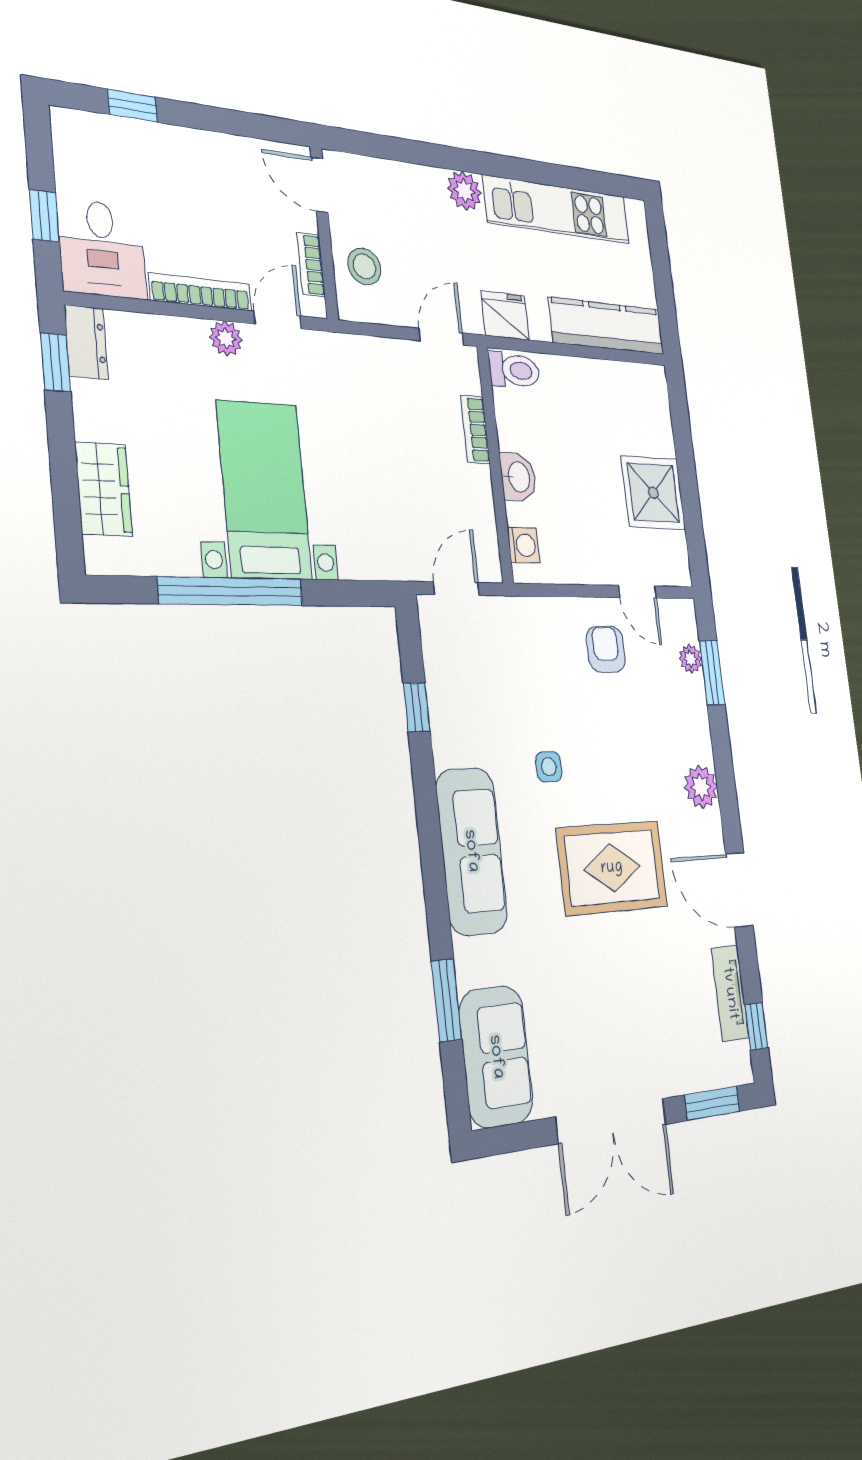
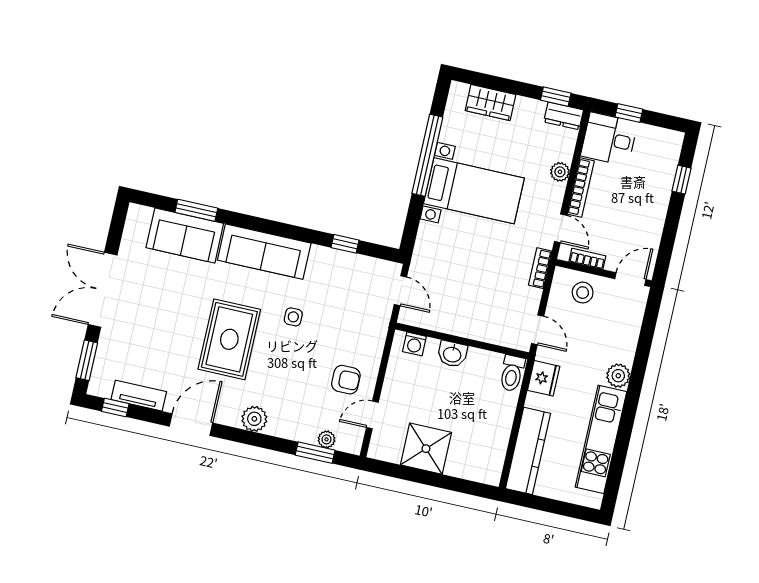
plant: (226, 339) -> (560, 172), moved
bookcase: (475, 430) -> (540, 268), moved, turned -90
sofa: (496, 1057) -> (185, 236), moved

